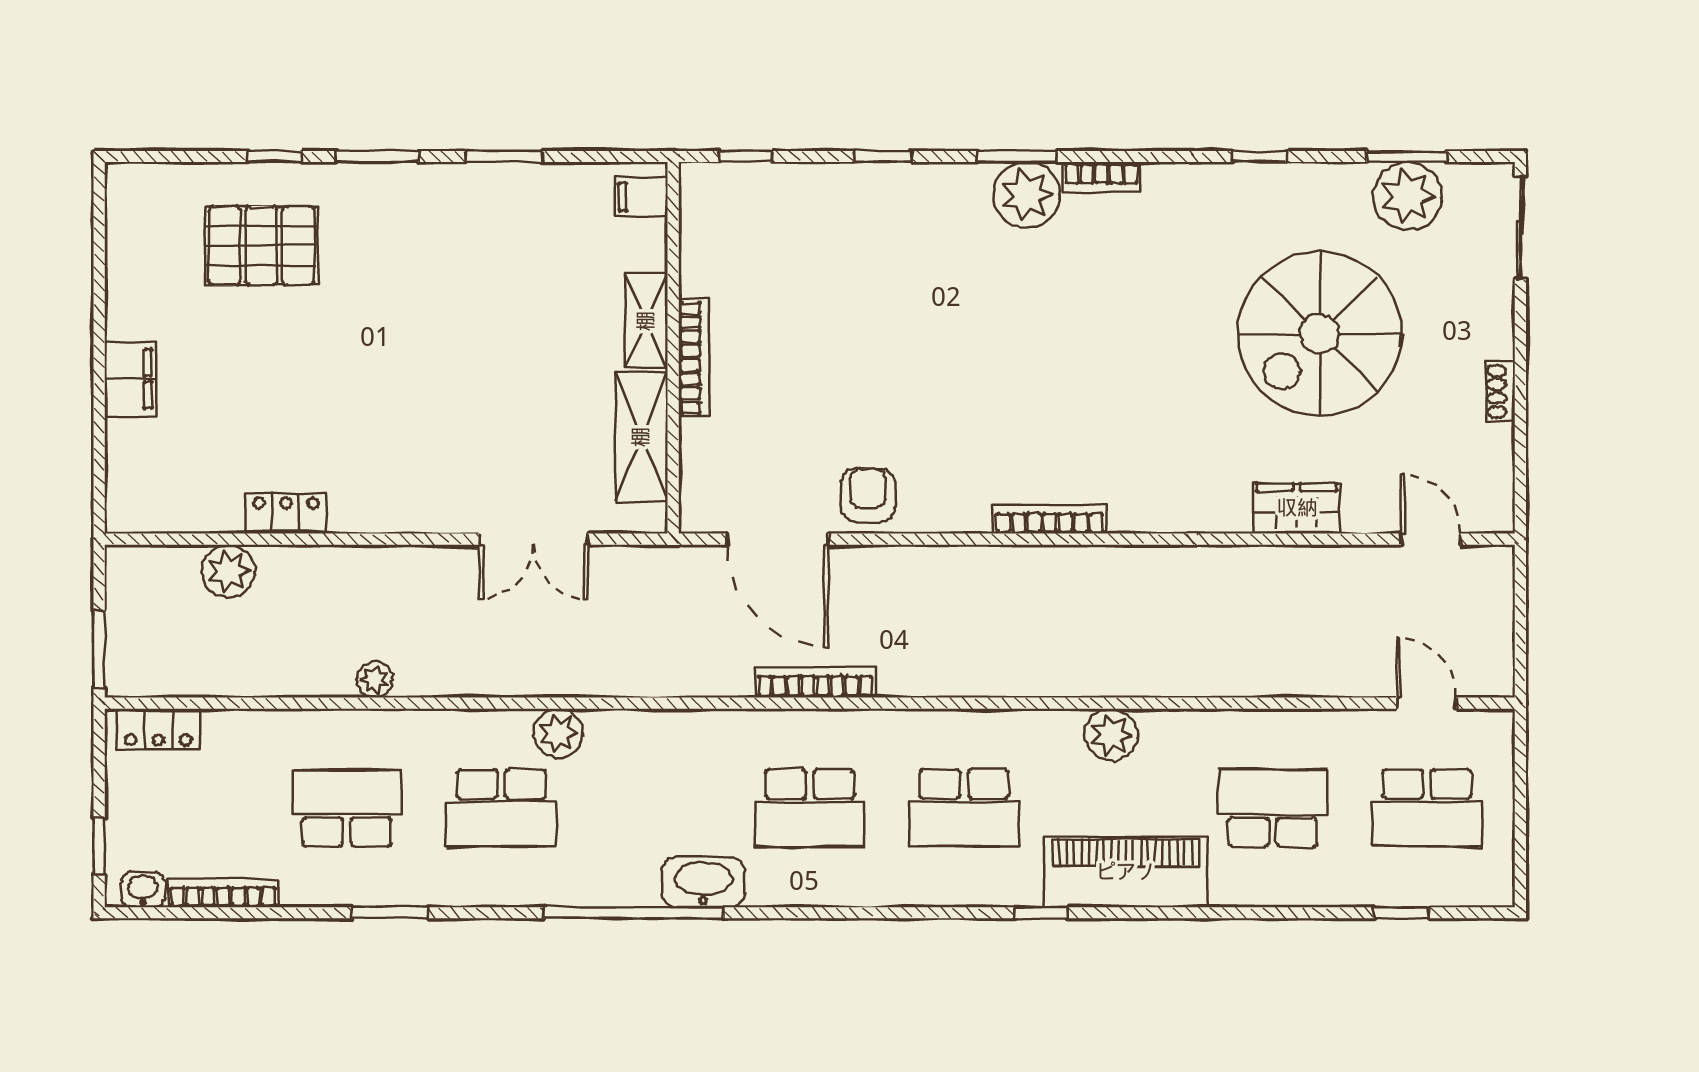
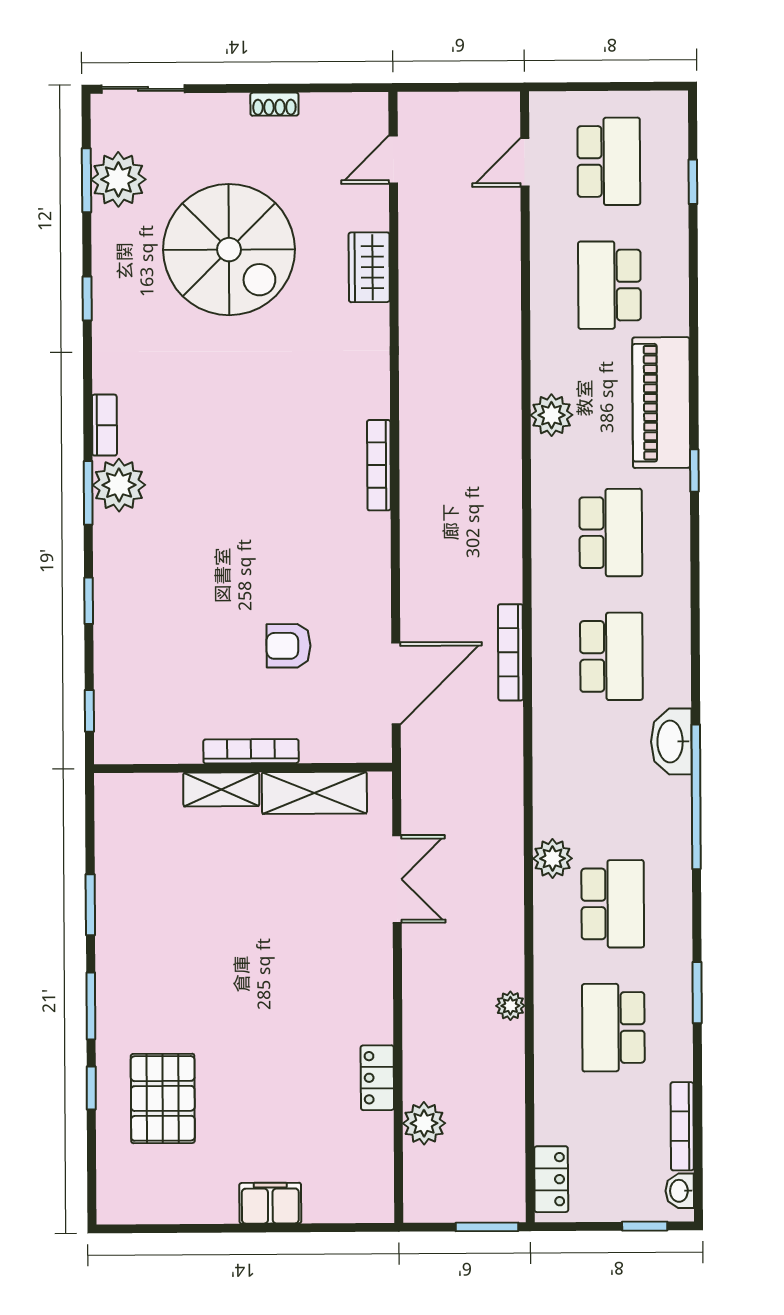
filing cabinet: (641, 197) -> (122, 794), removed
armchair: (868, 495) -> (288, 646), moved

